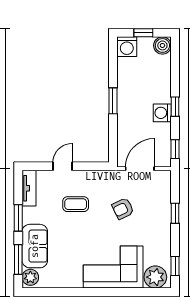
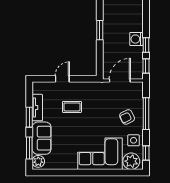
window: (175, 107) -> (146, 45), moved
tv unit: (29, 188) -> (37, 108), moved
armchair: (123, 209) -> (127, 117), moved
window: (175, 213) -> (146, 114), width x2.17
side table: (158, 249) -> (134, 140), added

